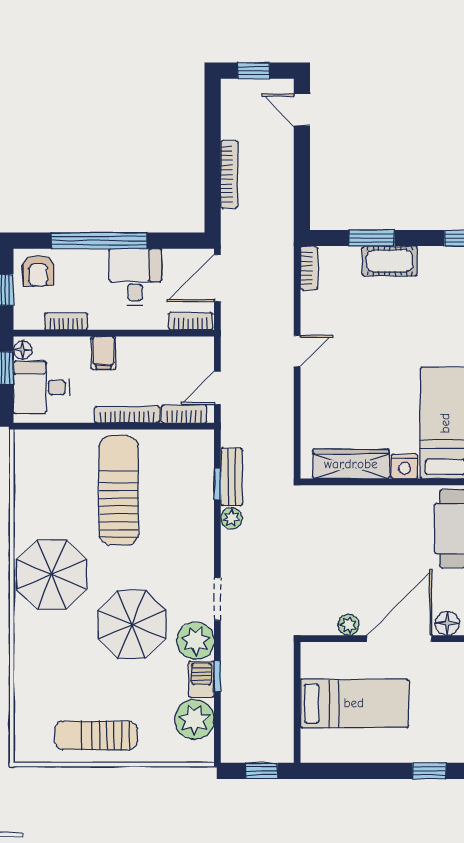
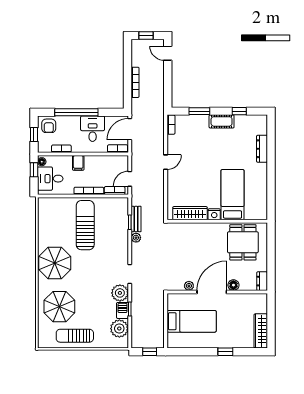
cot: (390, 261) -> (222, 121), moved
parasol: (132, 625) -> (59, 307), moved

